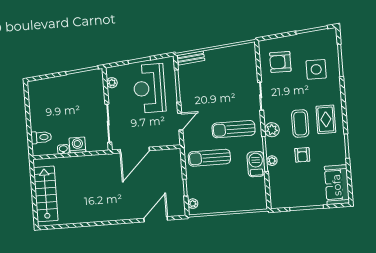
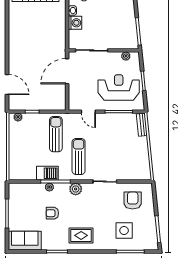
coffee table: (300, 123) -> (79, 213), removed
door: (135, 150) -> (67, 71), hinge flipped

